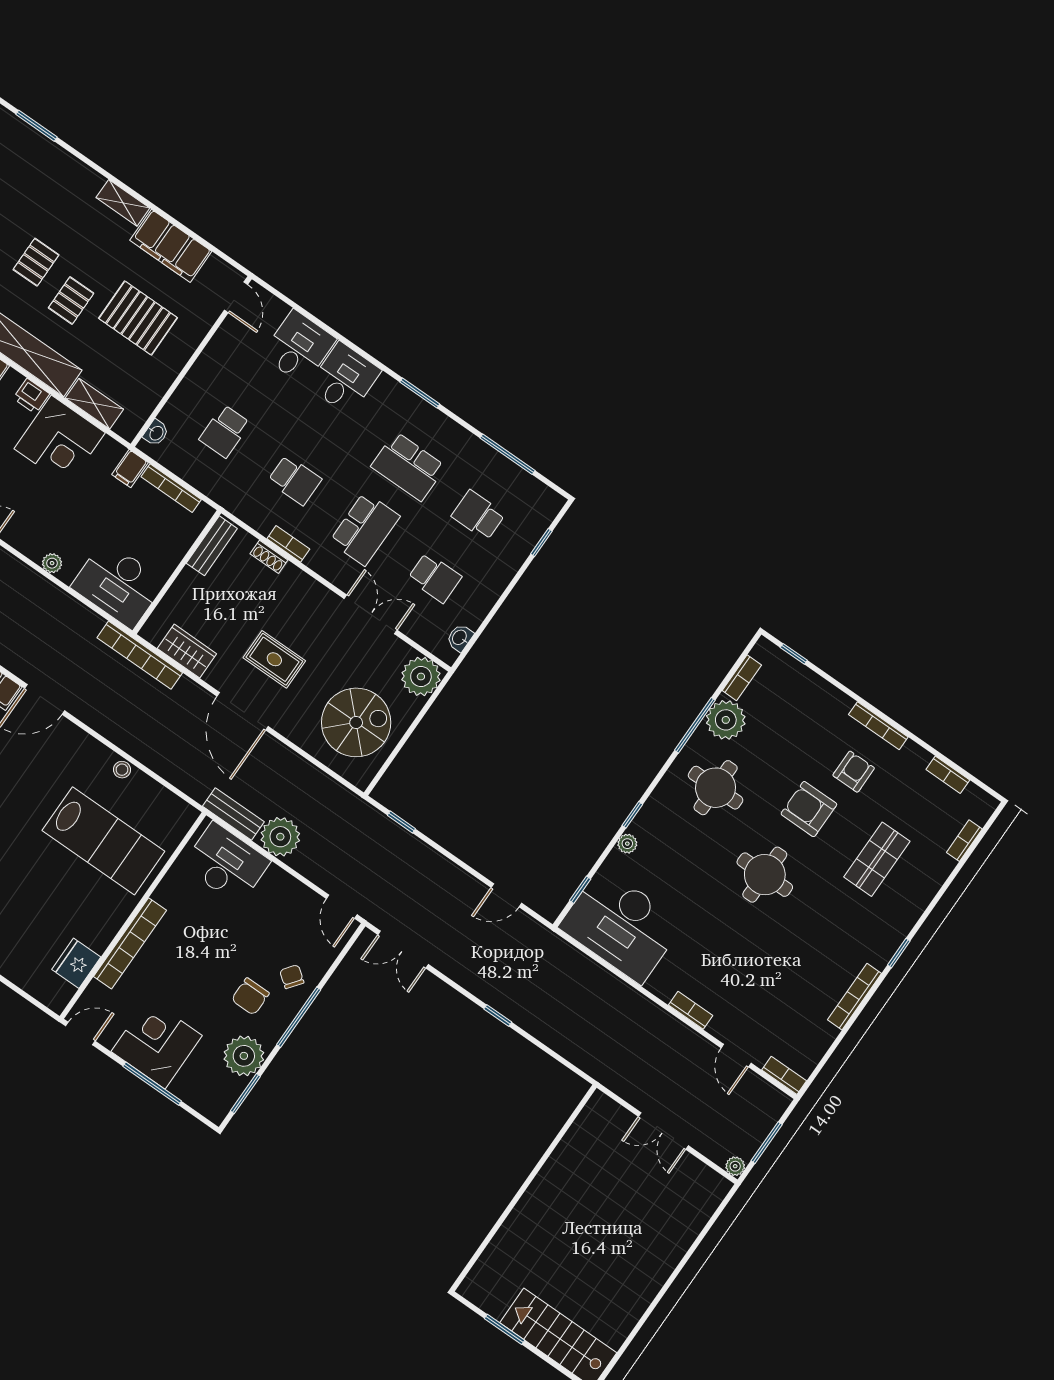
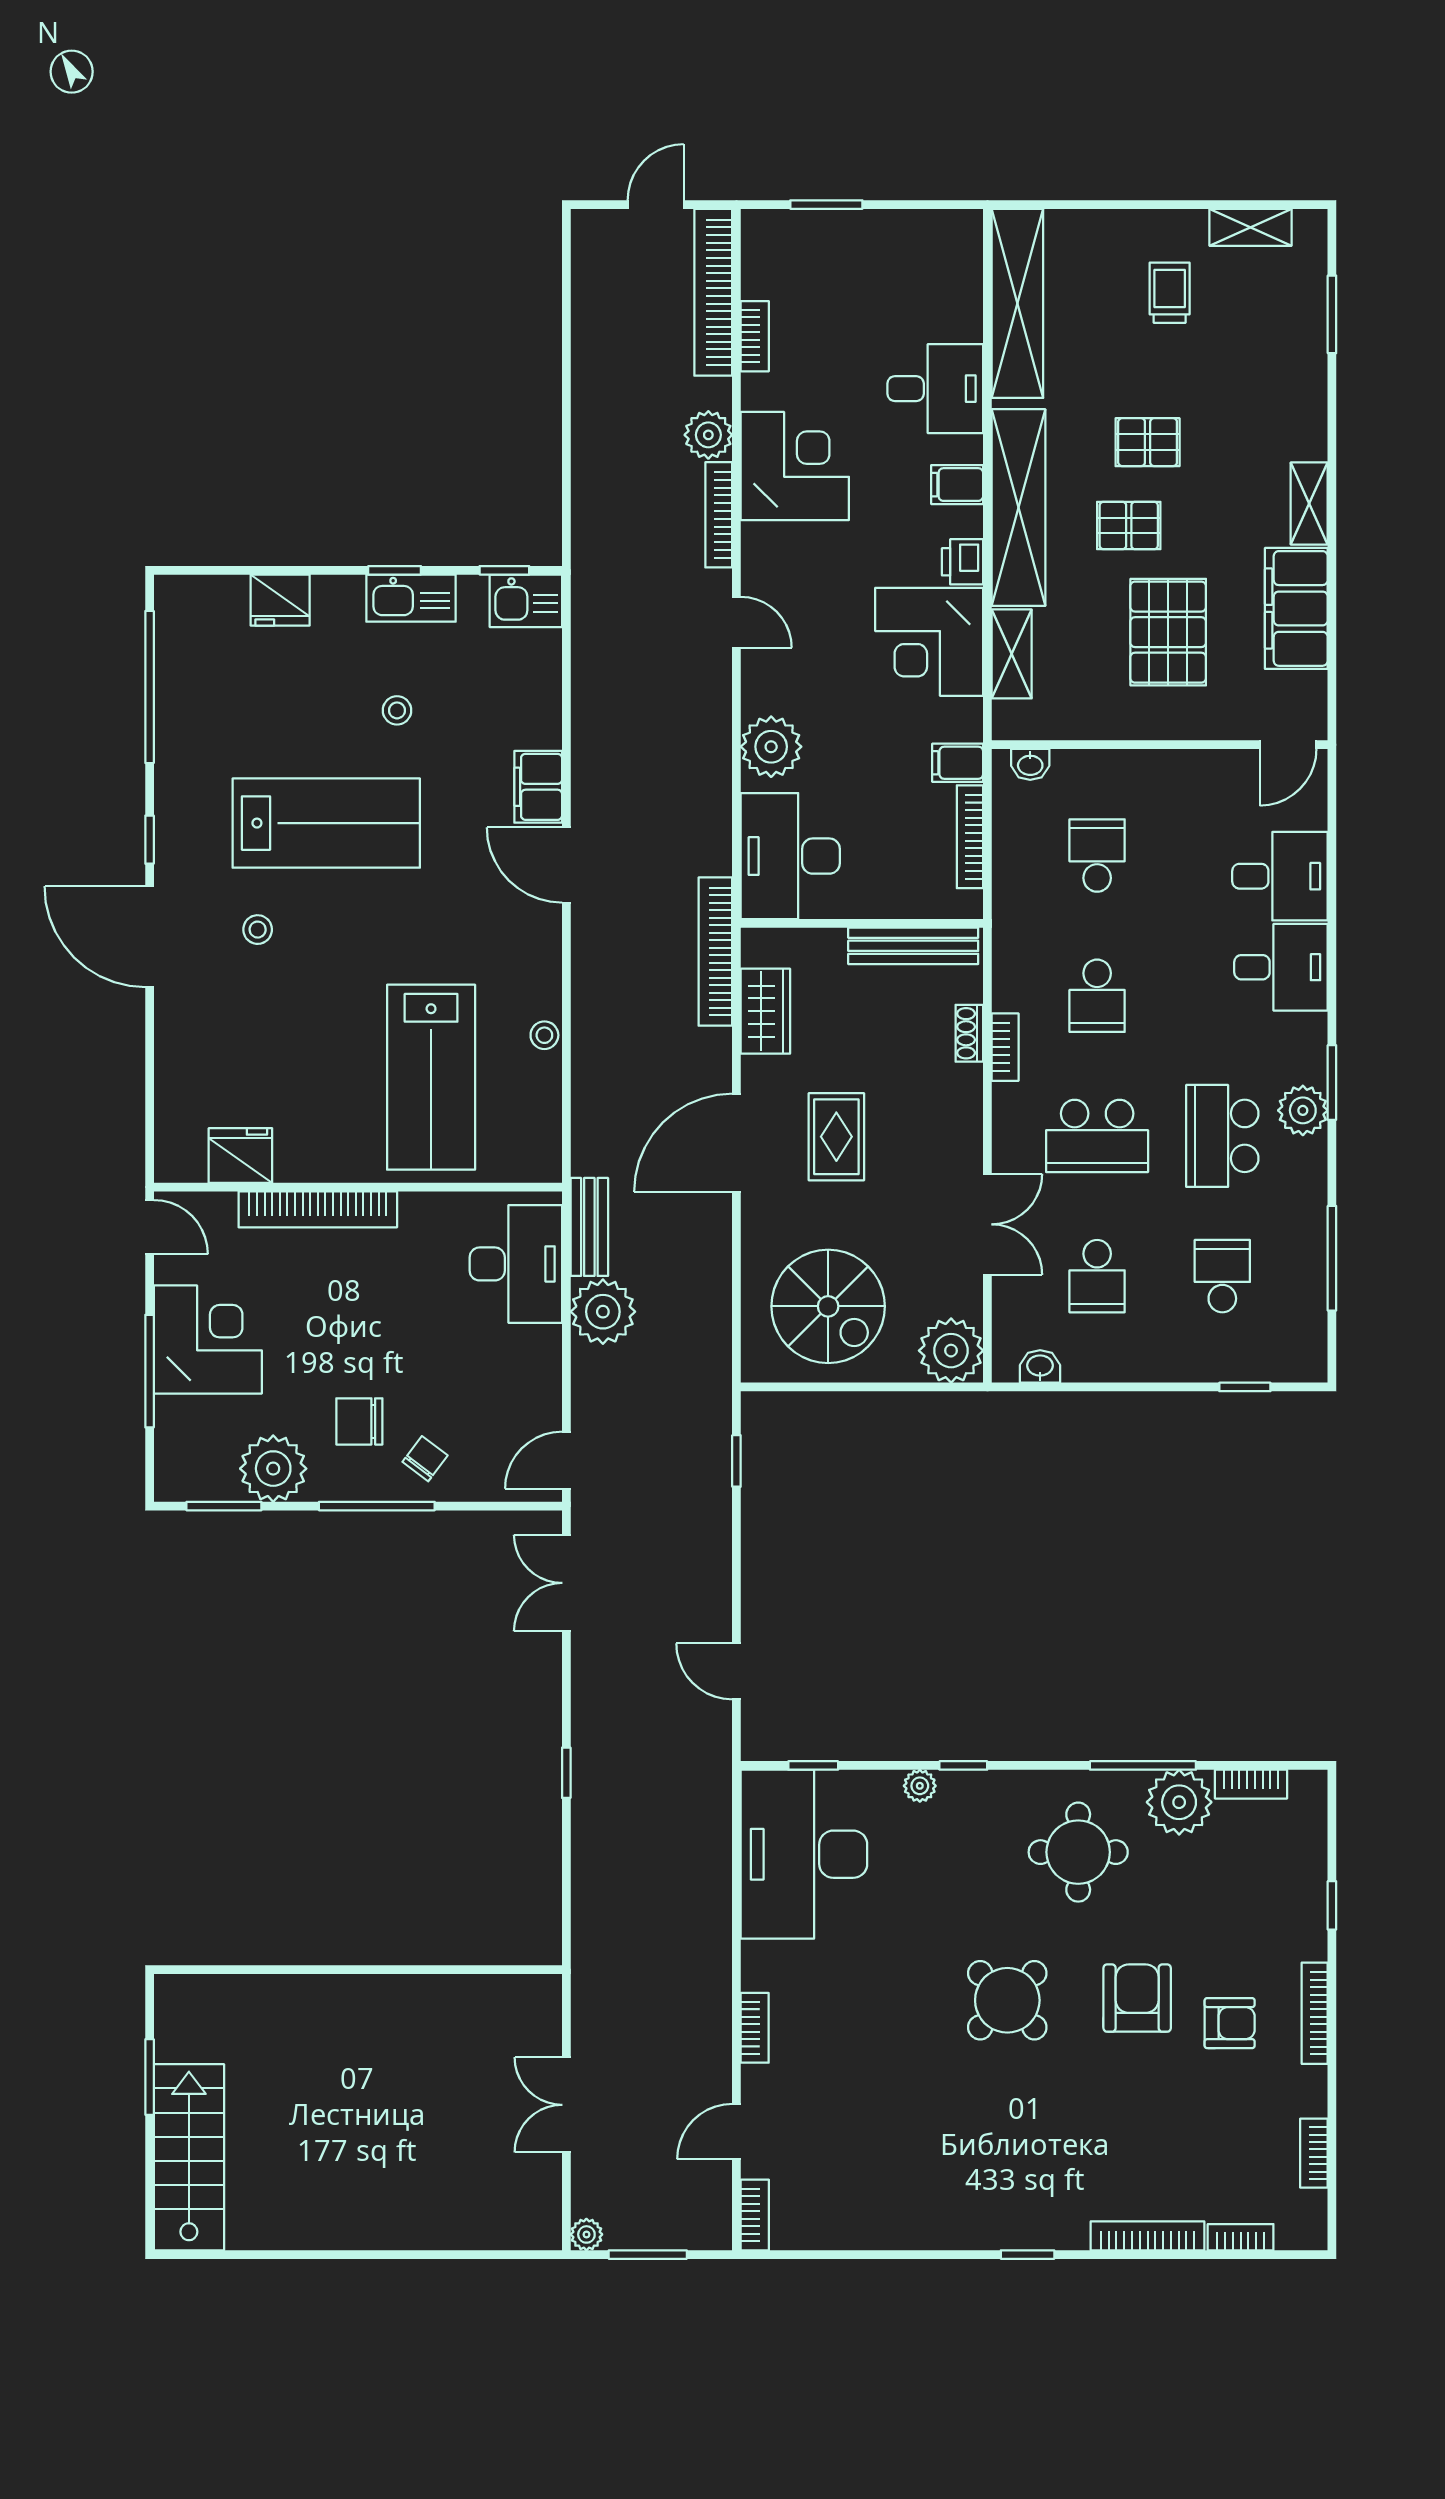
plant: (424, 417) -> (1303, 1110), added
school desk: (225, 431) -> (1097, 856), turned 90
bench: (212, 546) -> (913, 946), width x1.36
plant: (52, 563) -> (771, 747), width x1.88, depth x1.88
window: (794, 654) -> (1332, 1905), moved
shop shelf: (877, 859) -> (1133, 2137), removed
round table: (765, 875) -> (1007, 2000), turned 45
bookcase: (854, 997) -> (1148, 2236), moved

